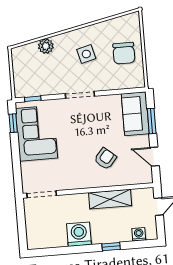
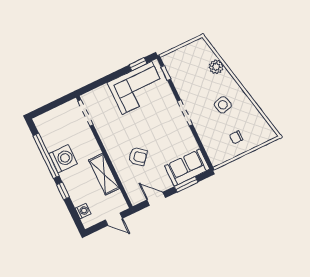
chair: (124, 53) -> (236, 137), width x0.54, depth x0.54
door: (155, 157) -> (156, 199), hinge flipped
window: (70, 250) -> (46, 156), added

